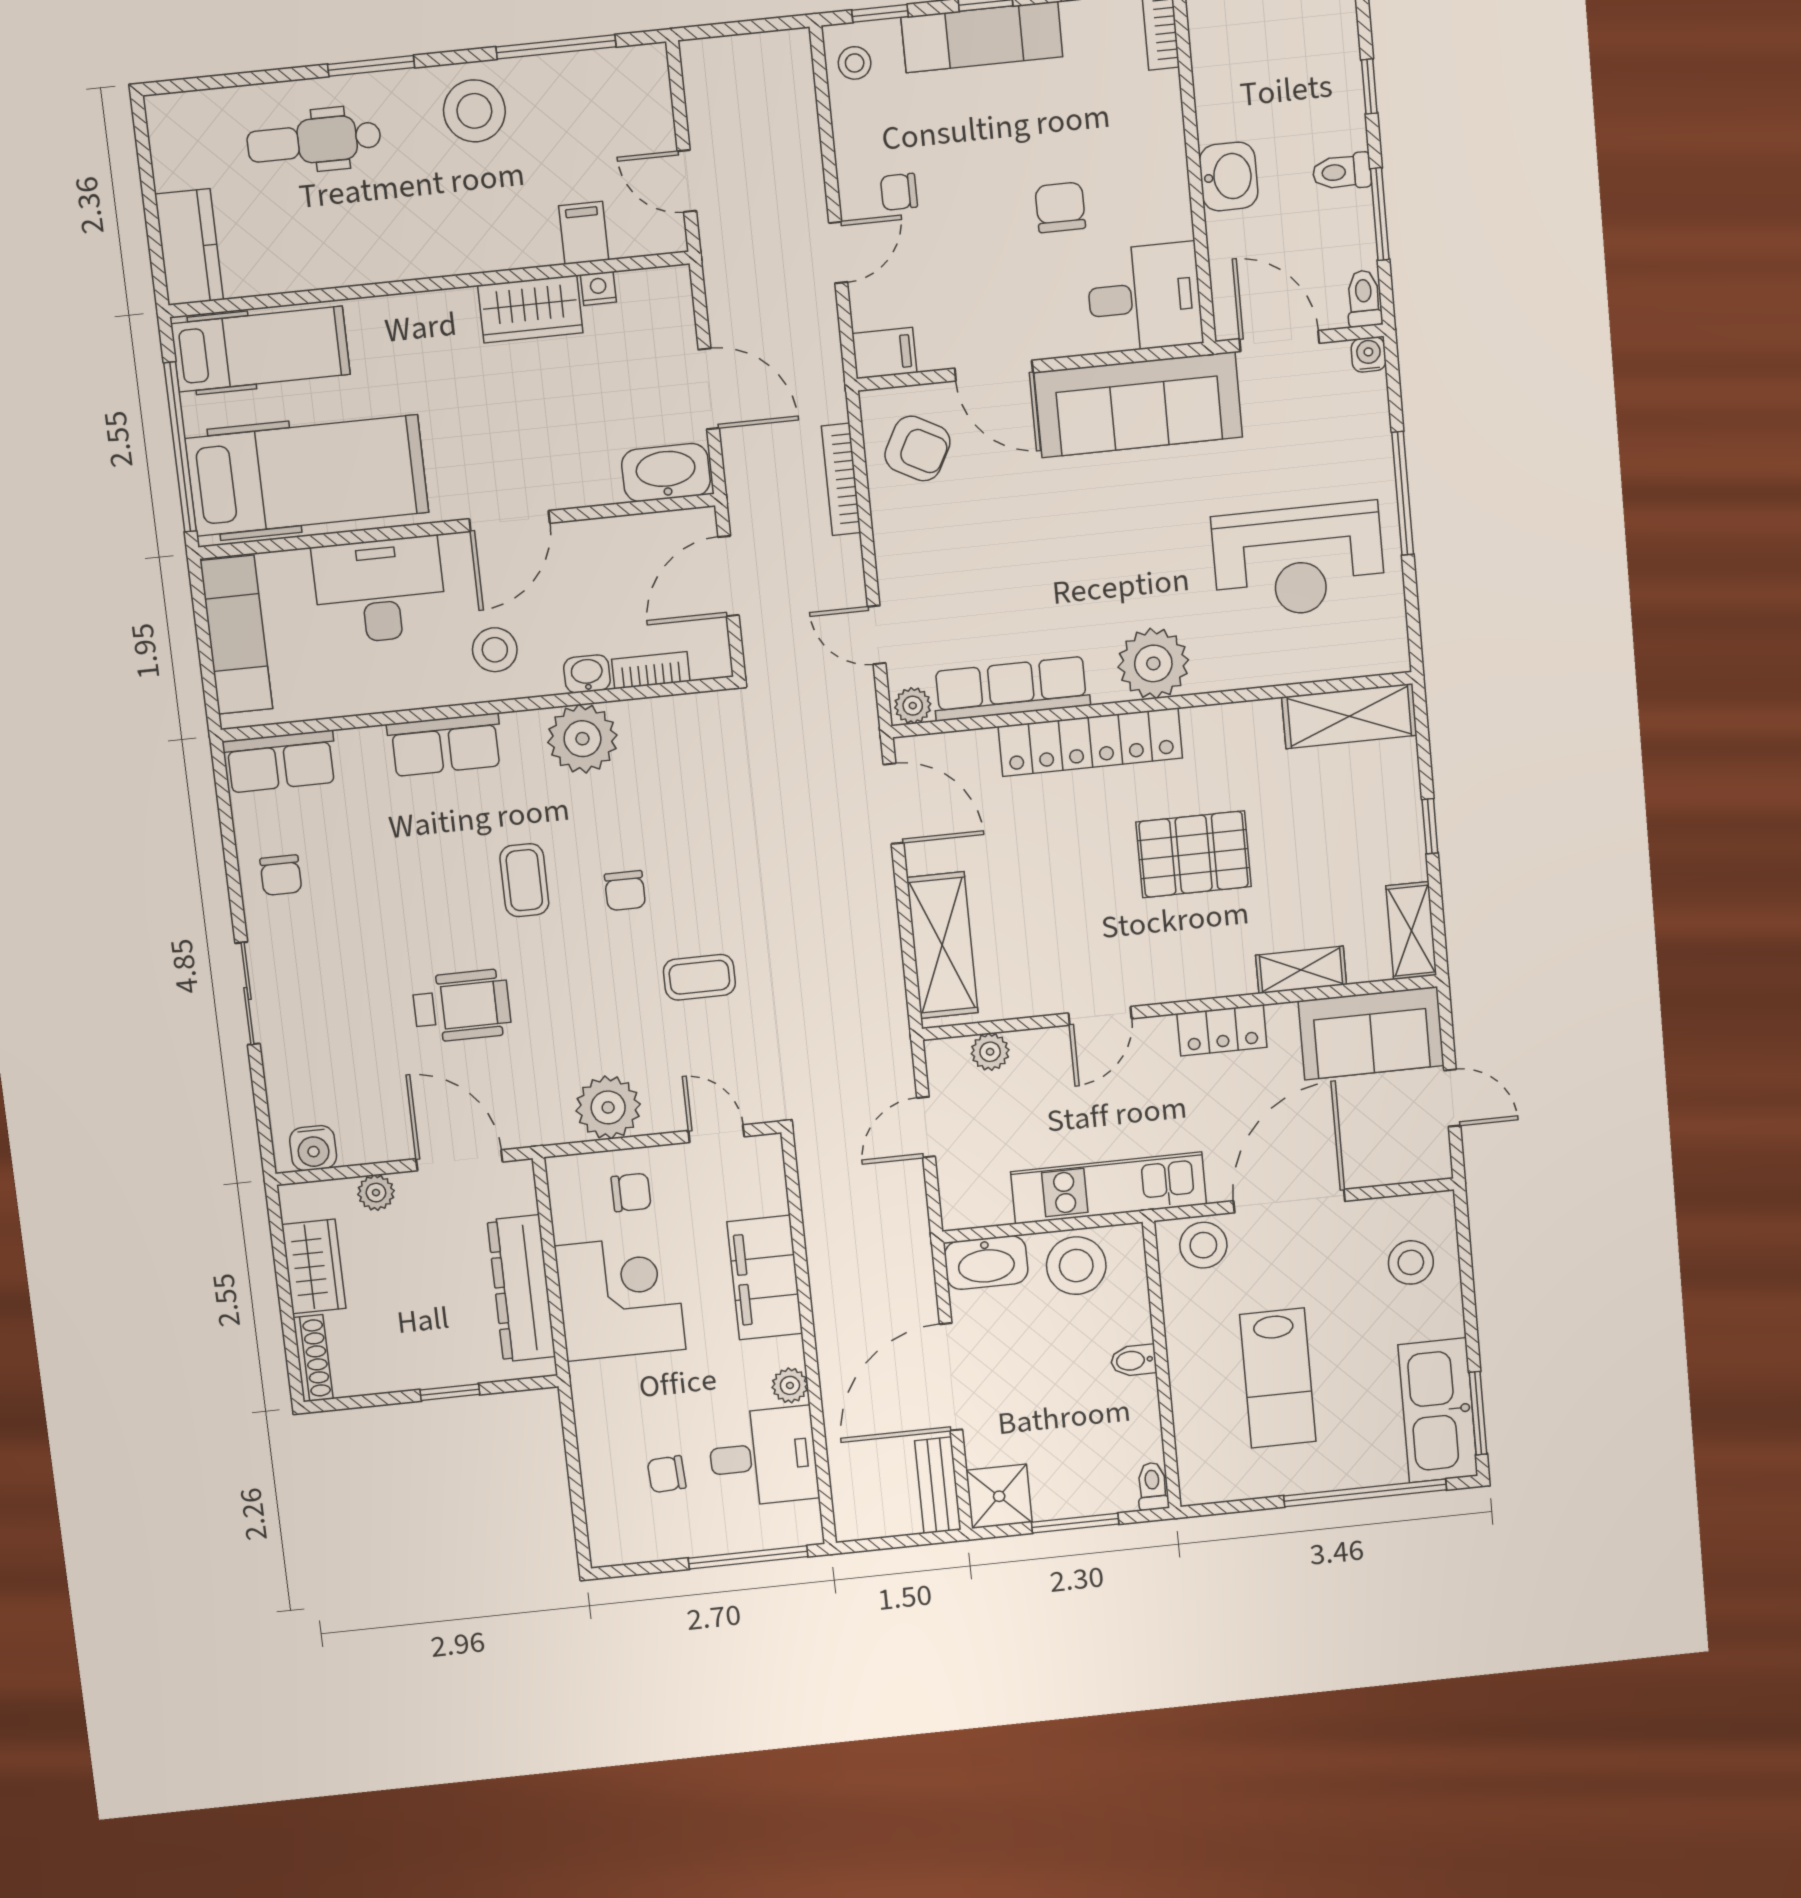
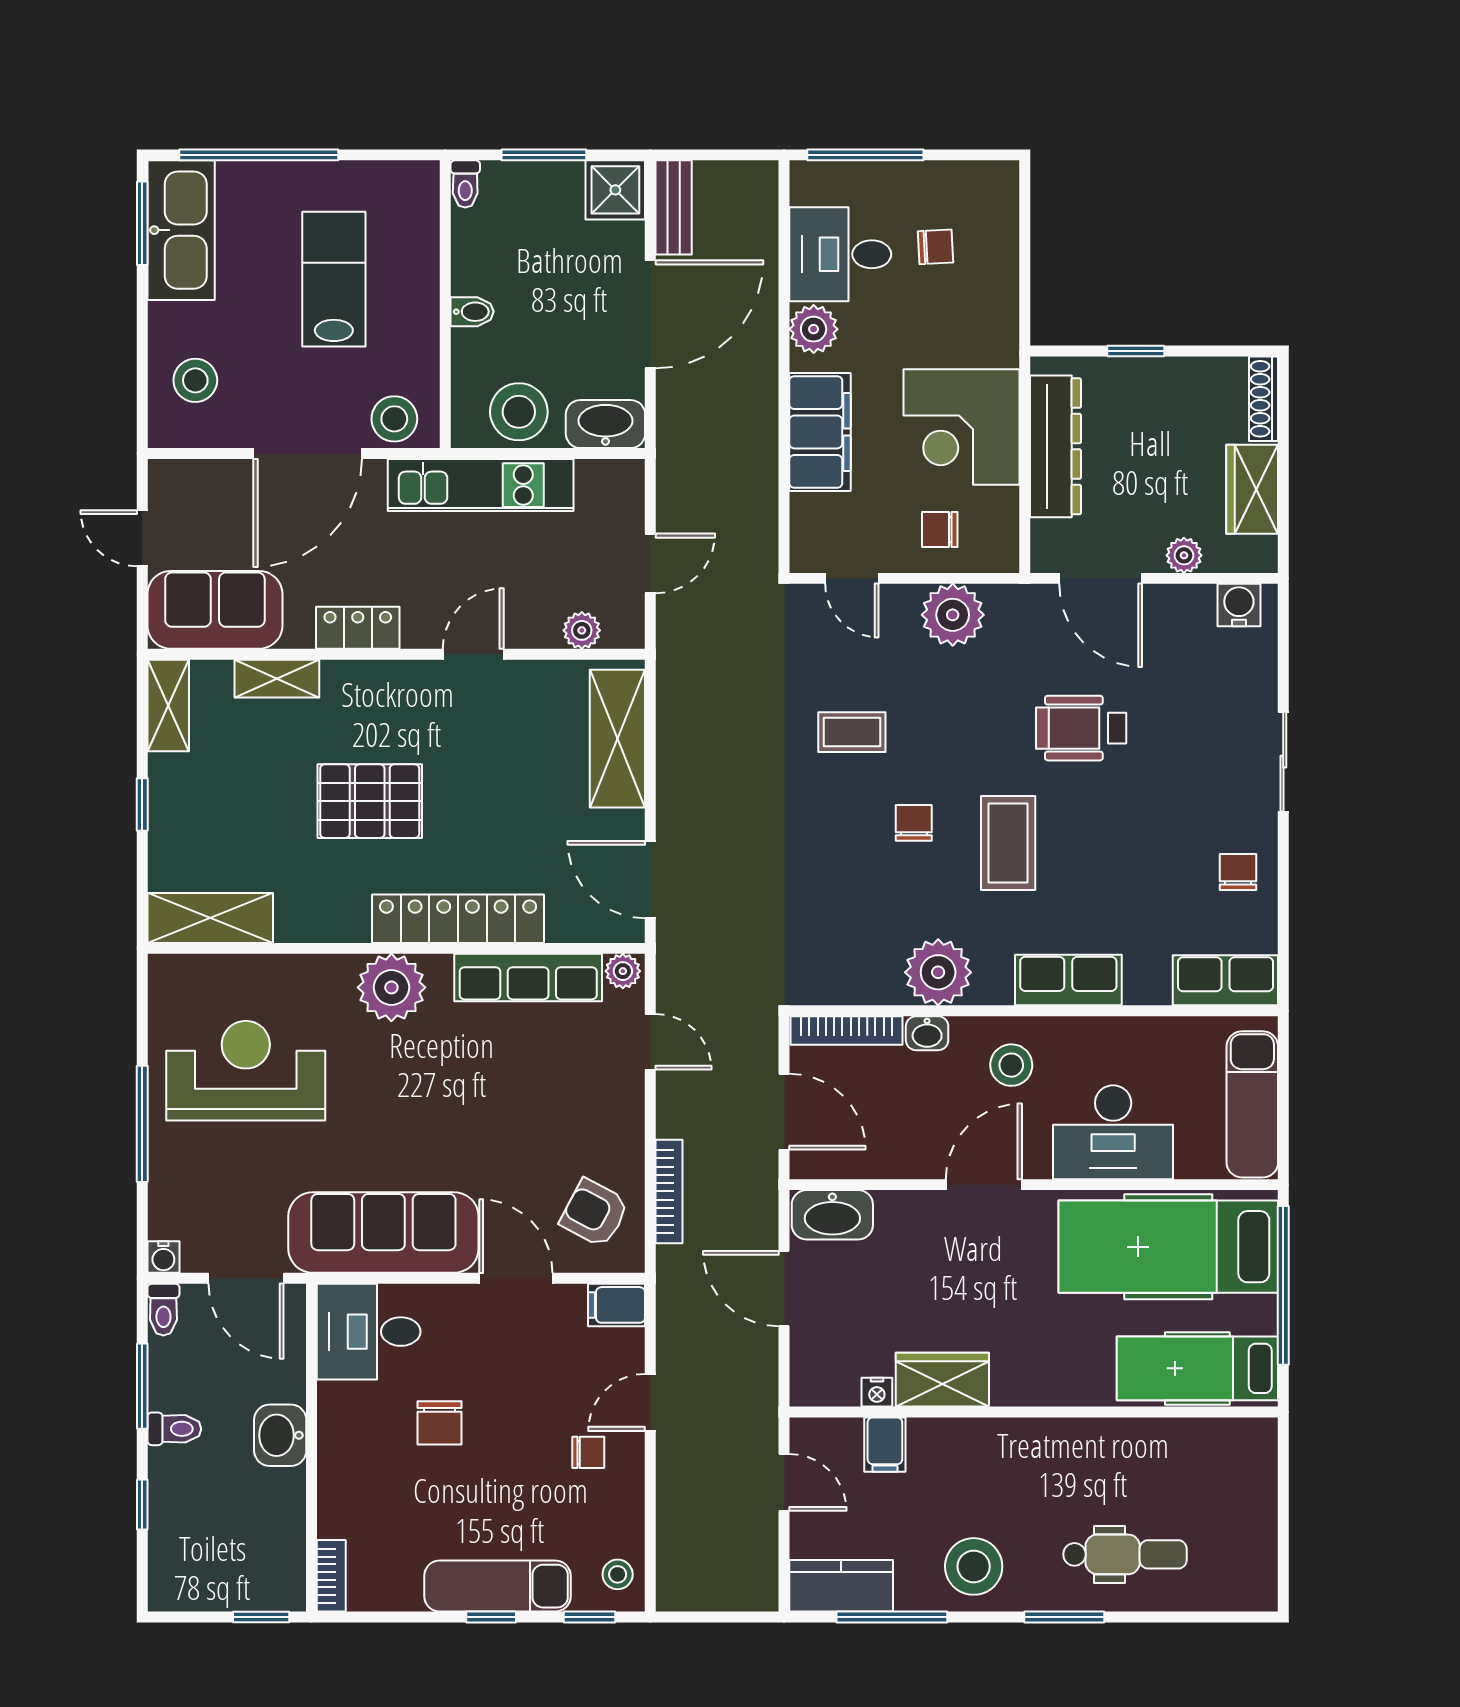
kitchen counter: (189, 247) -> (841, 1586), moved, turned 90
door: (728, 576) -> (784, 1112), hinge flipped
bookcase: (651, 670) -> (846, 1030), width x1.56
coffee table: (524, 880) -> (1008, 843), width x1.36, depth x1.30
plant: (790, 1385) -> (814, 329), width x1.38, depth x1.38

